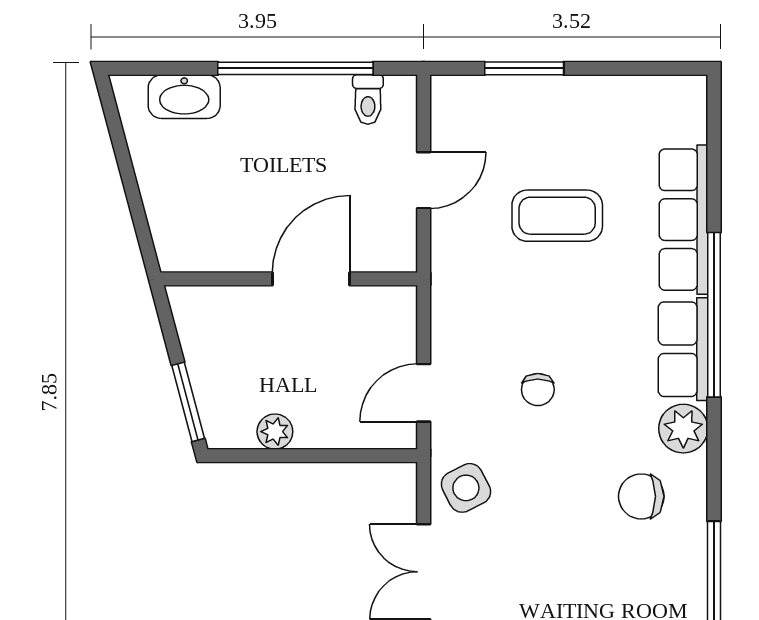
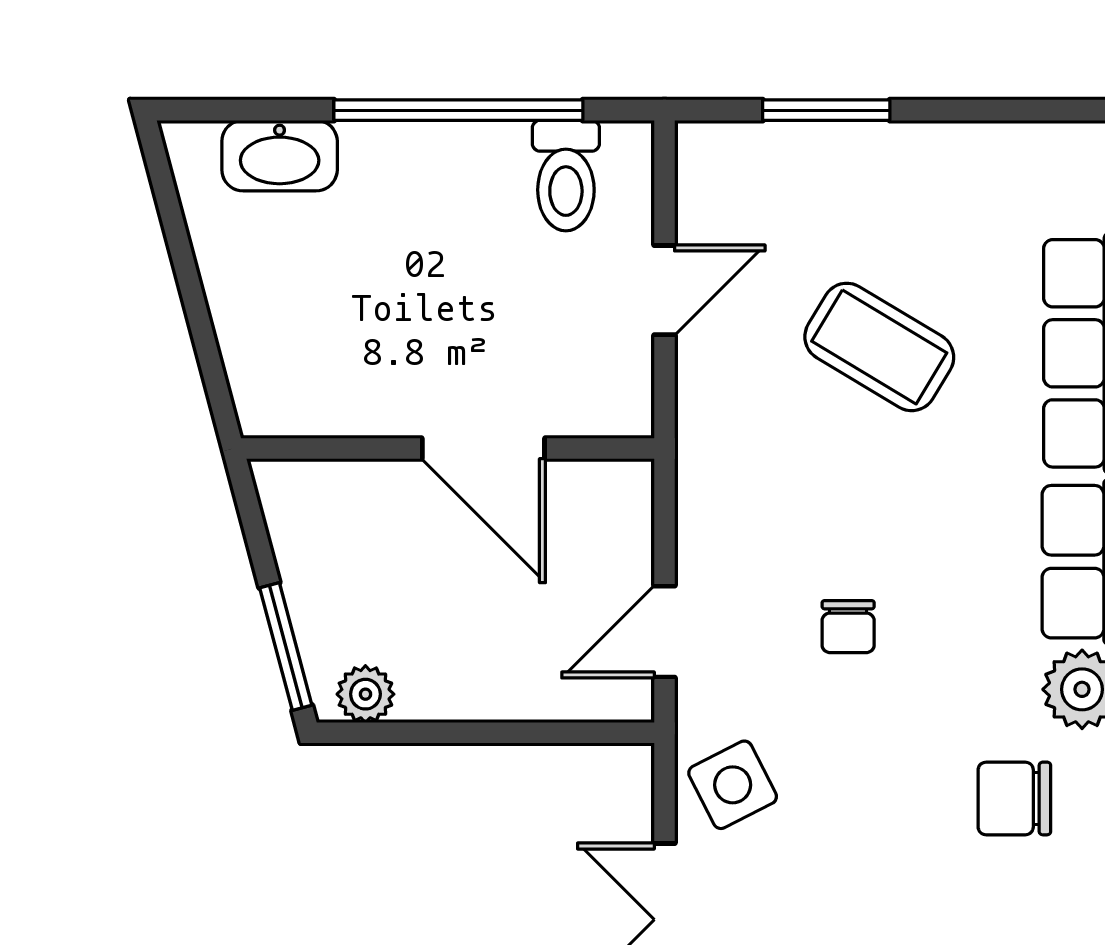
toilet: (368, 99) -> (566, 176), width x1.37, depth x1.39
coffee table: (557, 216) -> (879, 347), turned 31
door: (311, 279) -> (483, 449), swing flipped
plant: (275, 432) -> (365, 694), moved

